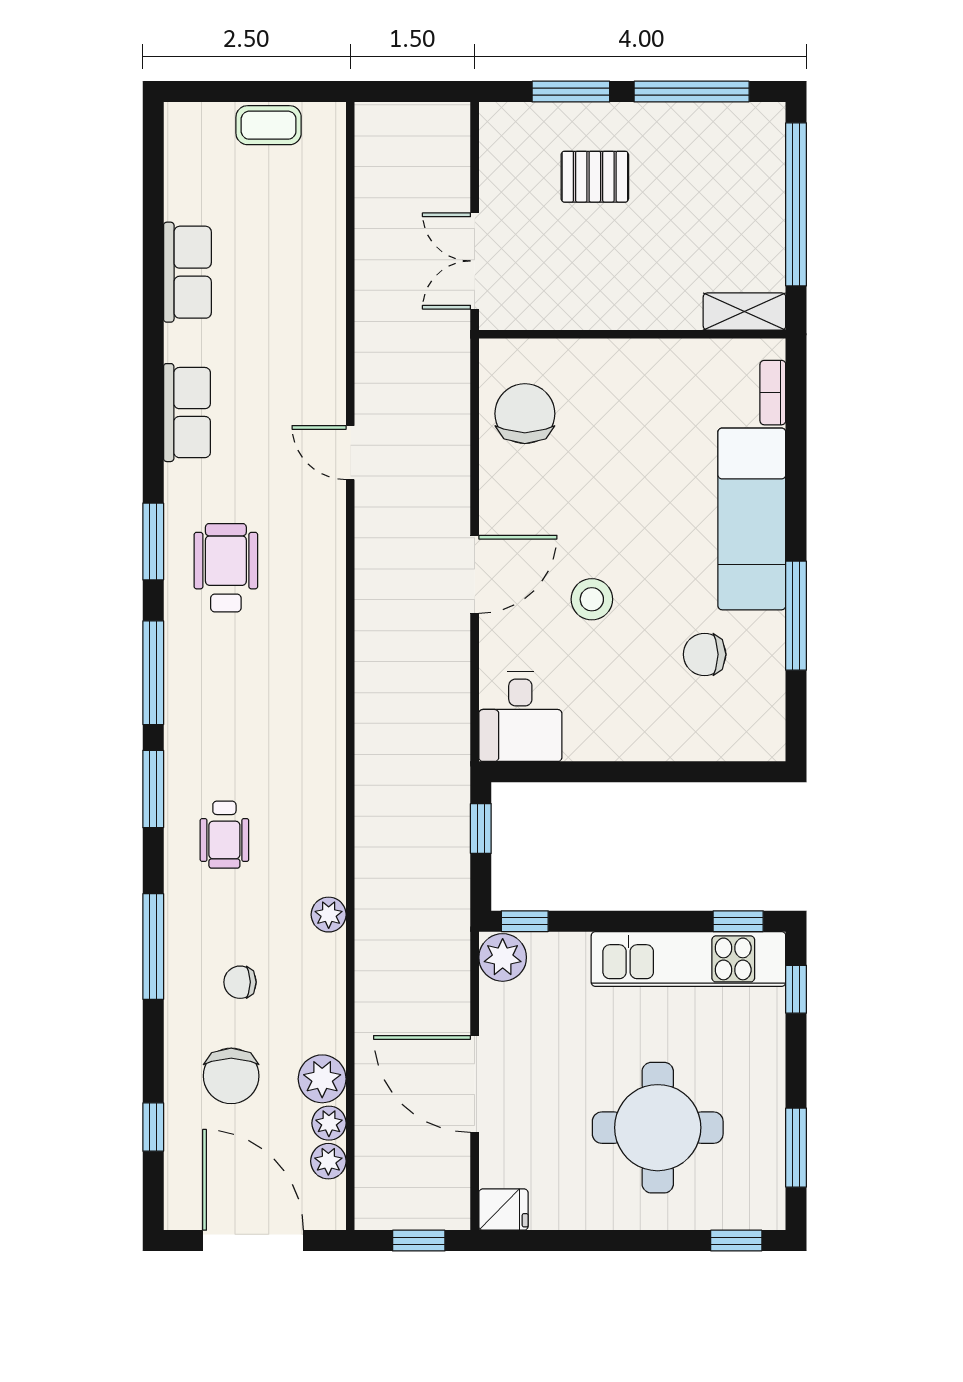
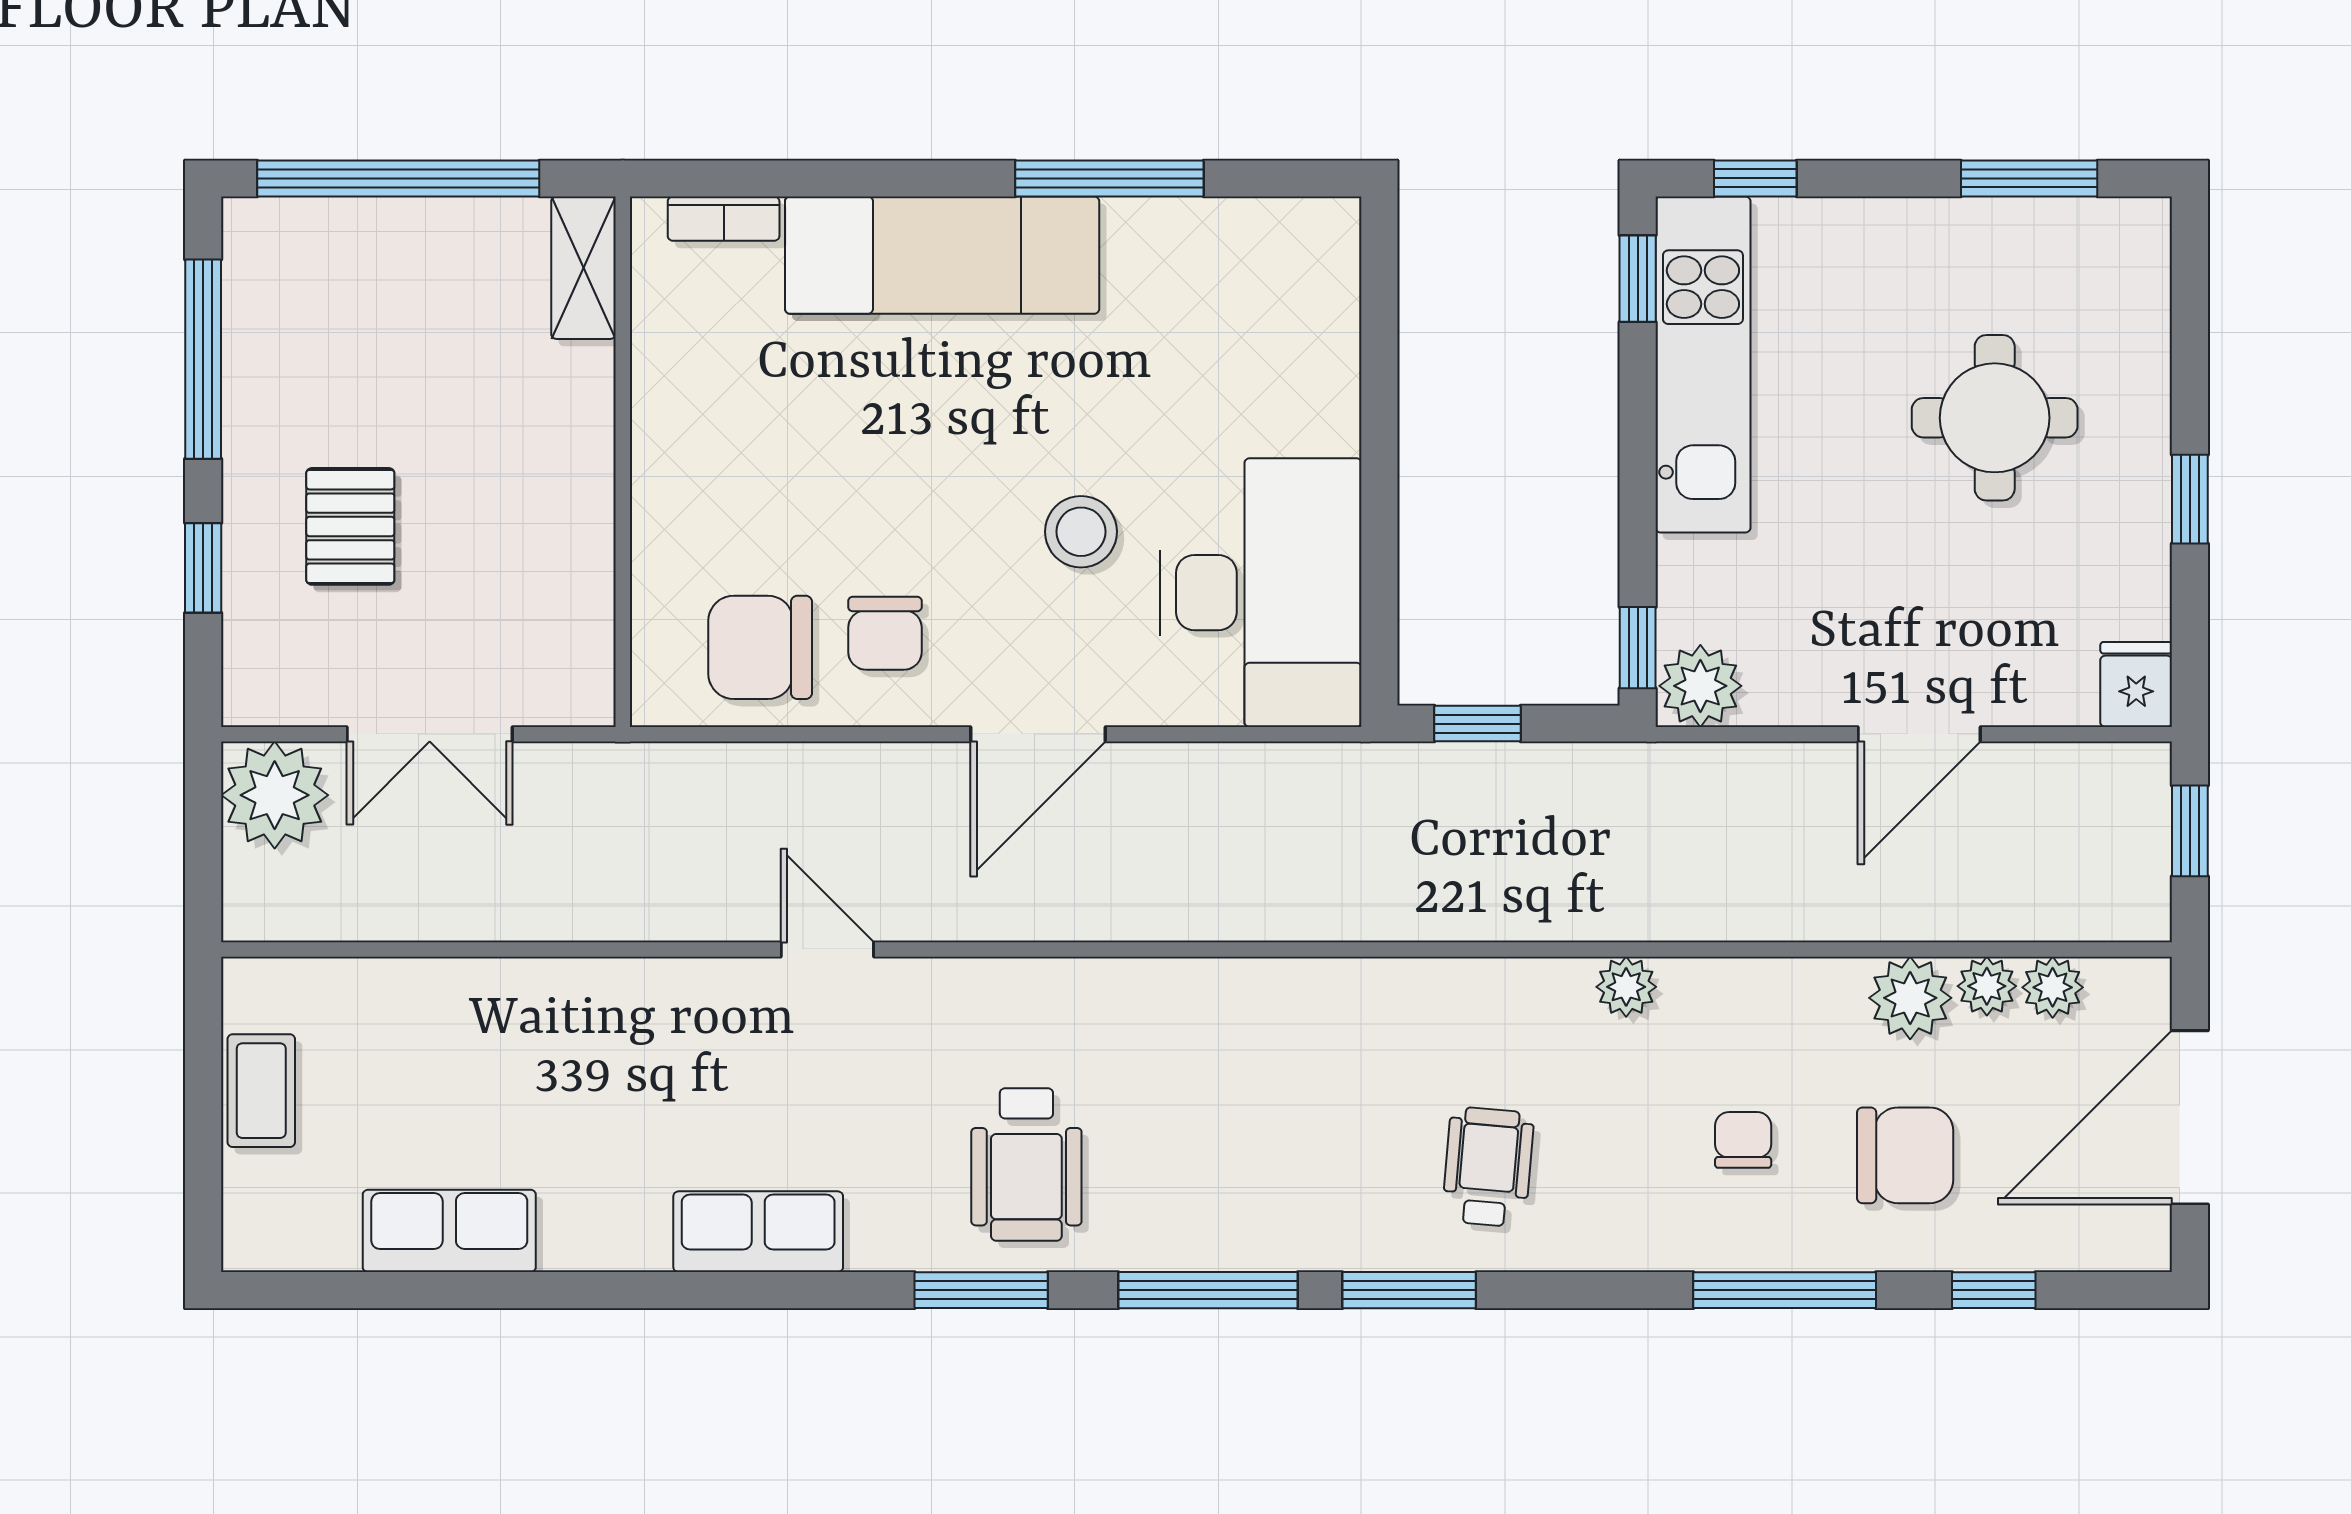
window: (571, 92) -> (203, 568), width x0.67
plant: (439, 133) -> (275, 795), added
double door: (475, 261) -> (430, 734), moved
row of seats: (187, 272) -> (449, 1231), moved
door: (350, 453) -> (827, 949), swing flipped
wheelchair: (226, 568) -> (1026, 1164), turned -90
door: (475, 574) -> (1038, 734), swing flipped
chair: (705, 654) -> (885, 633), moved
desk: (520, 717) -> (1261, 593), width x1.87, depth x1.30
wheelchair: (224, 835) -> (1488, 1167), turned -85
window: (153, 947) -> (1785, 1290), moved
chair: (240, 982) -> (1743, 1140), turned 180
door: (475, 1084) -> (1919, 734), width x0.73
round table: (658, 1128) -> (1995, 418), width x0.73, depth x0.73
window: (736, 1241) -> (2190, 499), moved

